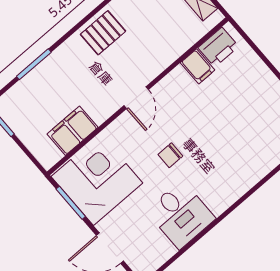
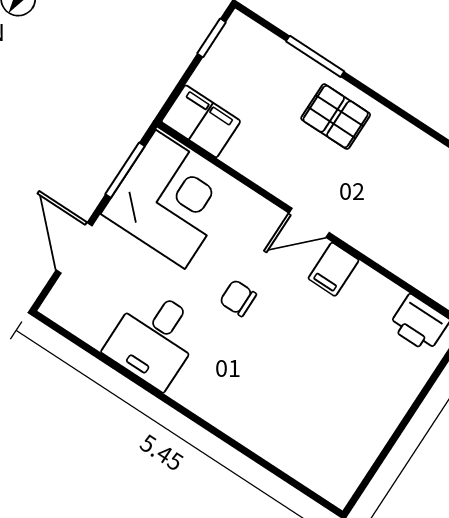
pallet: (103, 33) -> (336, 117), moved
filing cabinet: (198, 66) -> (334, 269), moved
filing cabinet: (73, 131) -> (201, 121), moved

